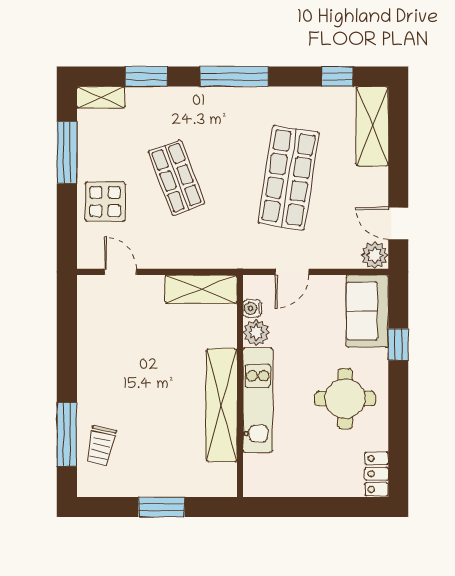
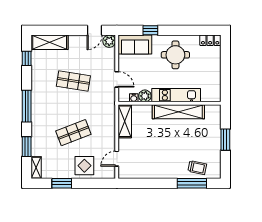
window: (67, 152) -> (62, 183), width x0.69
shop shelf: (289, 178) -> (73, 81), width x0.70, depth x0.74

